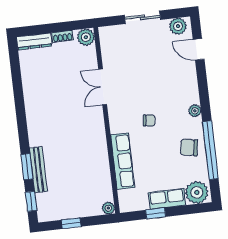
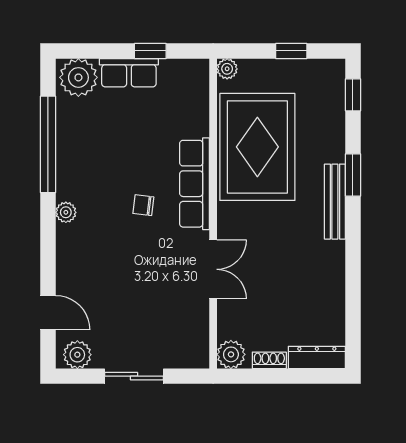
chair: (189, 147) -> (83, 153), removed
row of seats: (123, 161) -> (194, 184), moved
rug: (85, 163) -> (257, 147), added
window: (27, 167) -> (353, 175), moved
bench: (38, 170) -> (335, 202), moved

